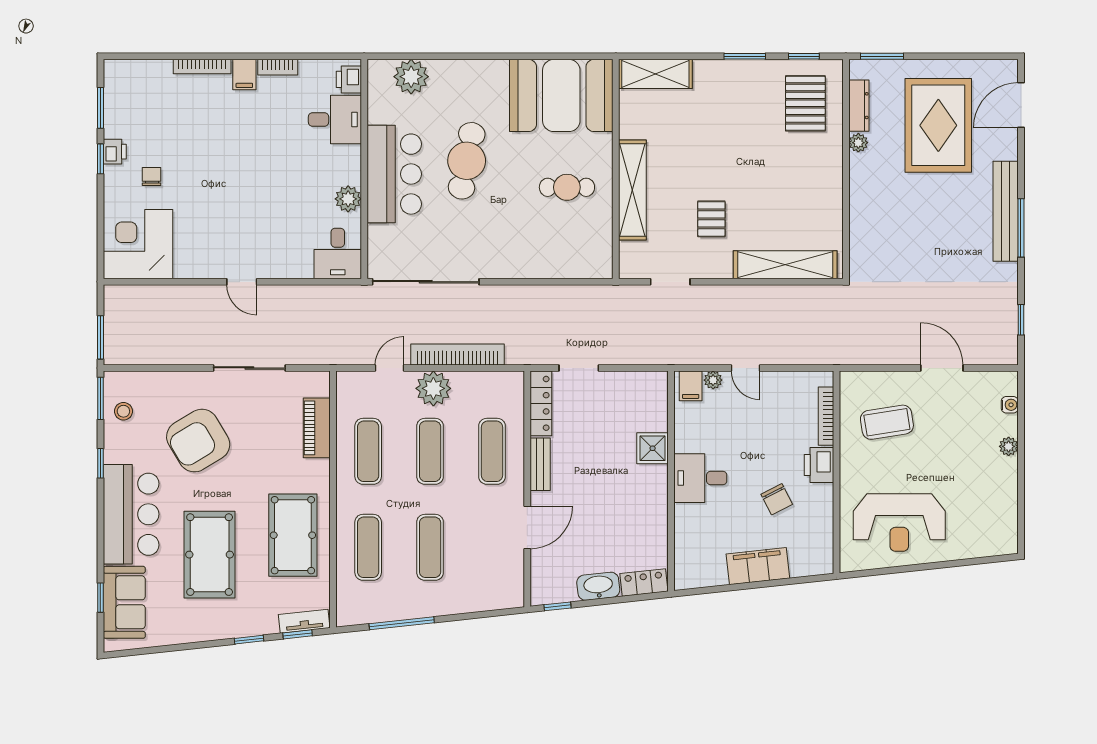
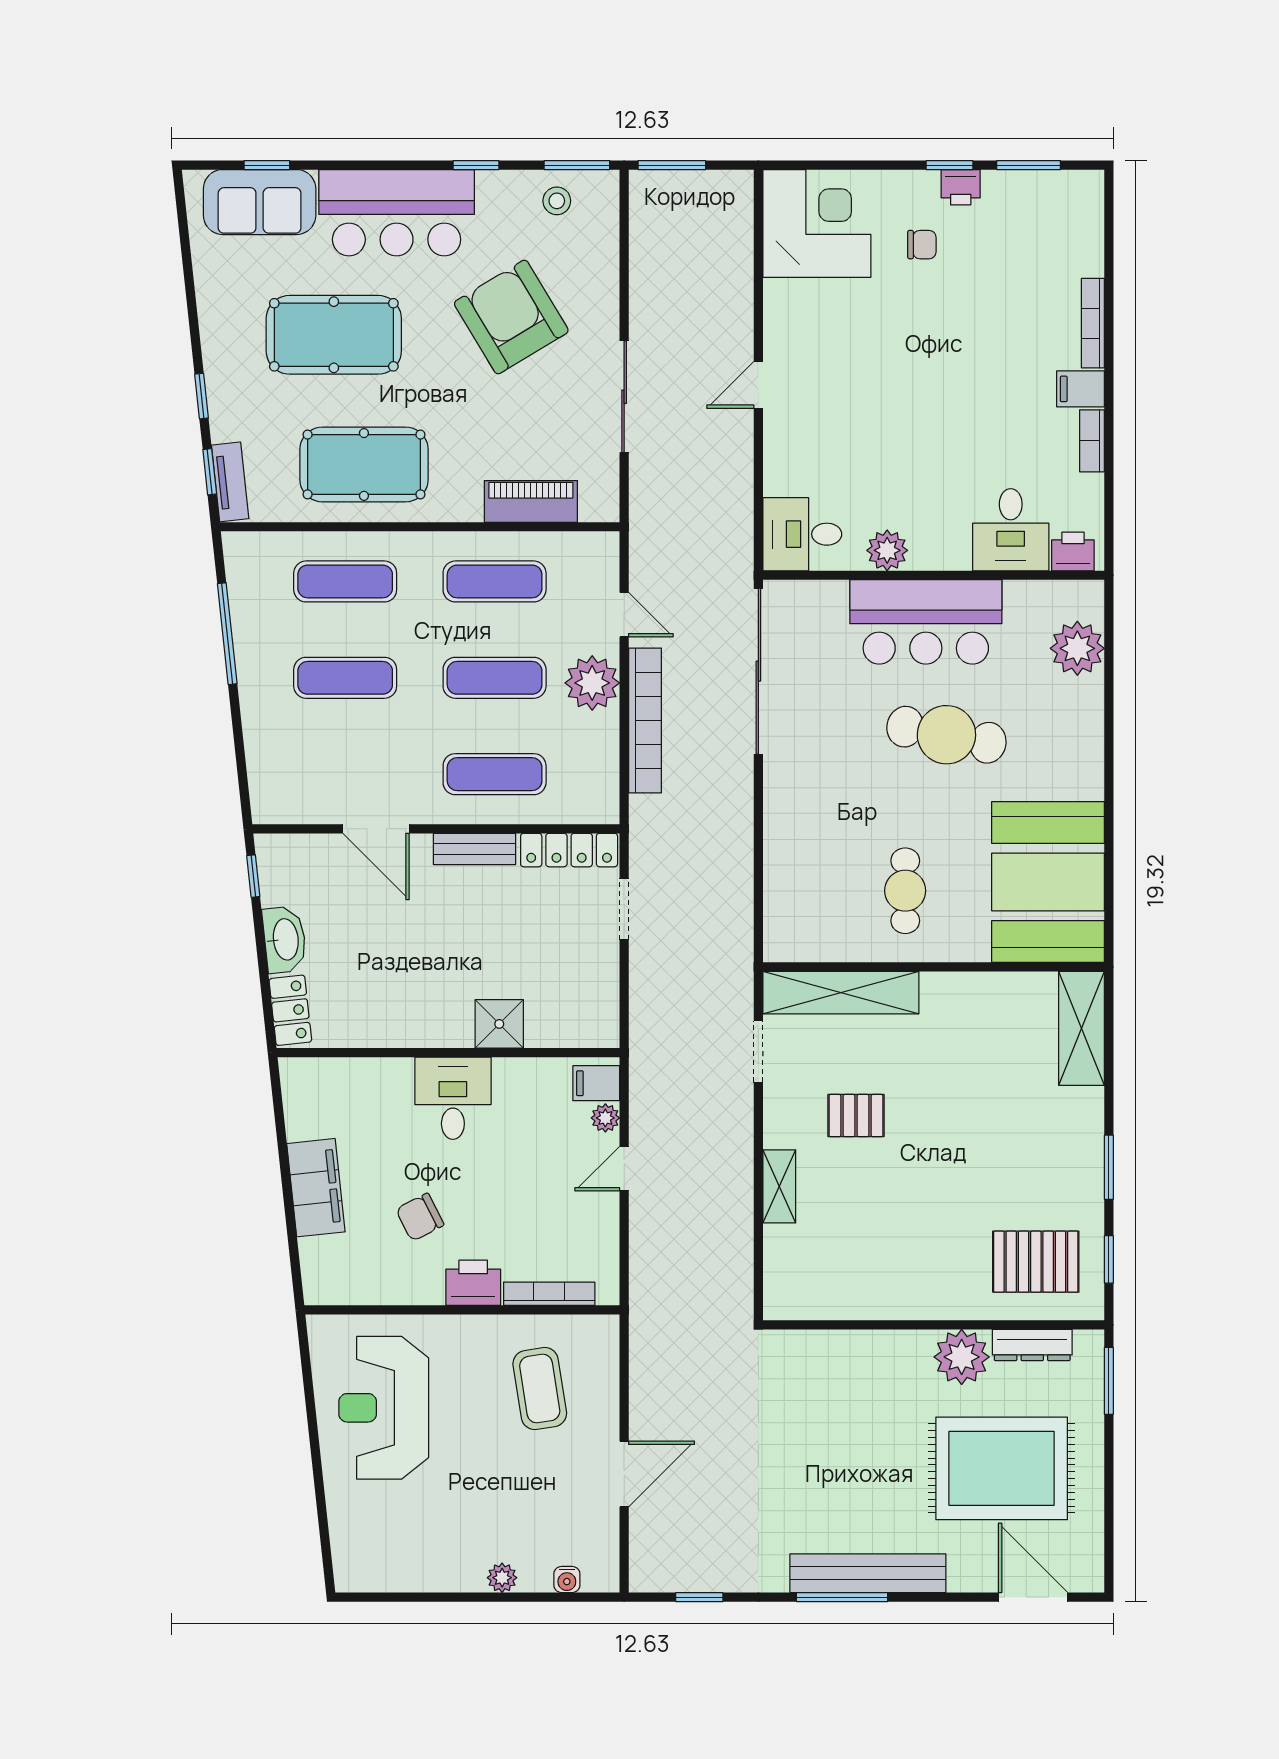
plant: (858, 143) -> (962, 1357), width x1.88, depth x1.88
shelving: (632, 190) -> (841, 993), moved
shelving: (785, 265) -> (779, 1186), width x0.45, depth x0.75

